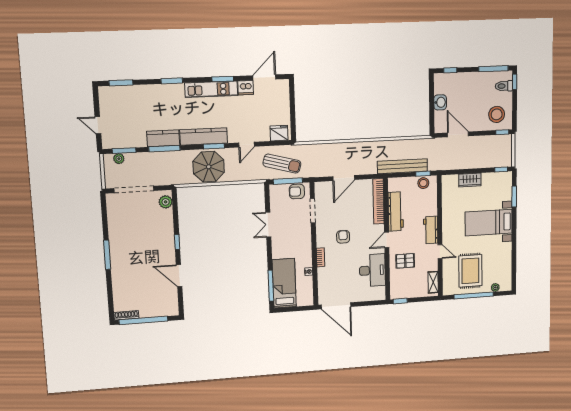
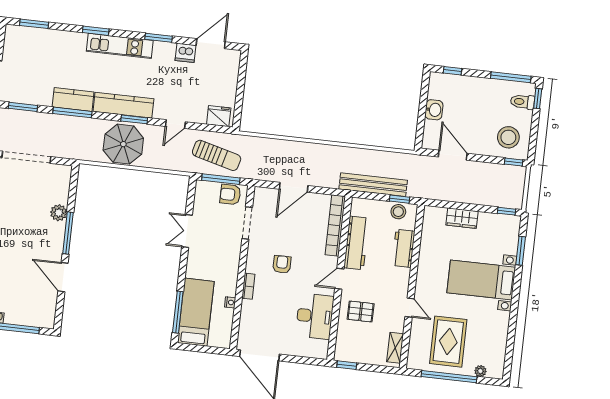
kitchen unit: (211, 89) -> (120, 46), moved
plant: (119, 159) -> (15, 116), removed
plant: (166, 202) -> (59, 213), moved
workbench: (431, 230) -> (404, 248), moved
window: (177, 242) -> (68, 233), width x2.17

